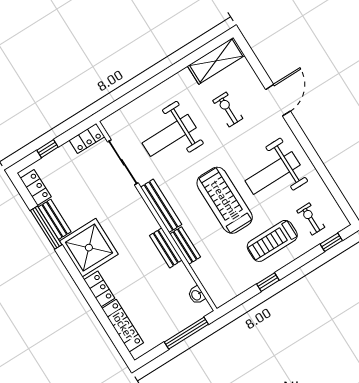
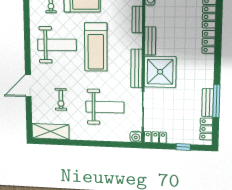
water cooler: (110, 124) -> (136, 137), added
bench: (185, 245) -> (137, 20), moved
shower: (89, 248) -> (160, 72), moved

